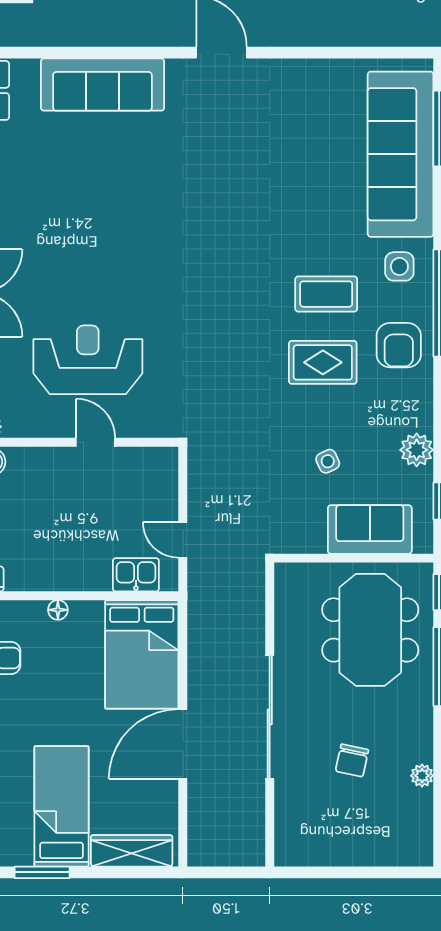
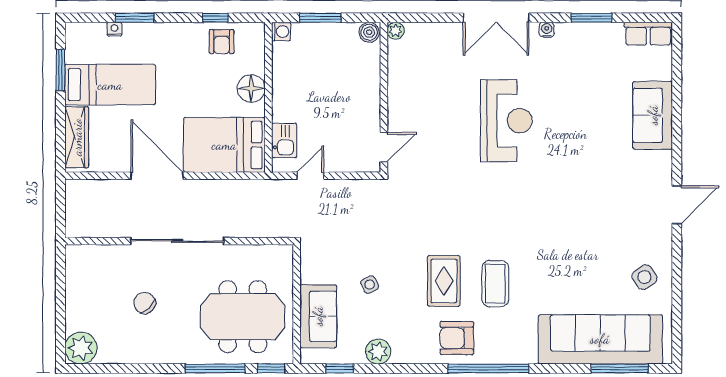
sofa: (102, 85) -> (653, 115), width x0.73
side table: (399, 266) -> (644, 277), moved, turned -34
reception desk: (88, 360) -> (506, 121), moved
door: (96, 442) -> (384, 147), moved
floor lamp: (58, 610) -> (251, 88), width x1.89, depth x1.89
chair: (352, 760) -> (145, 303), turned 33
plant: (422, 776) -> (81, 348), moved, width x1.87, depth x1.87

